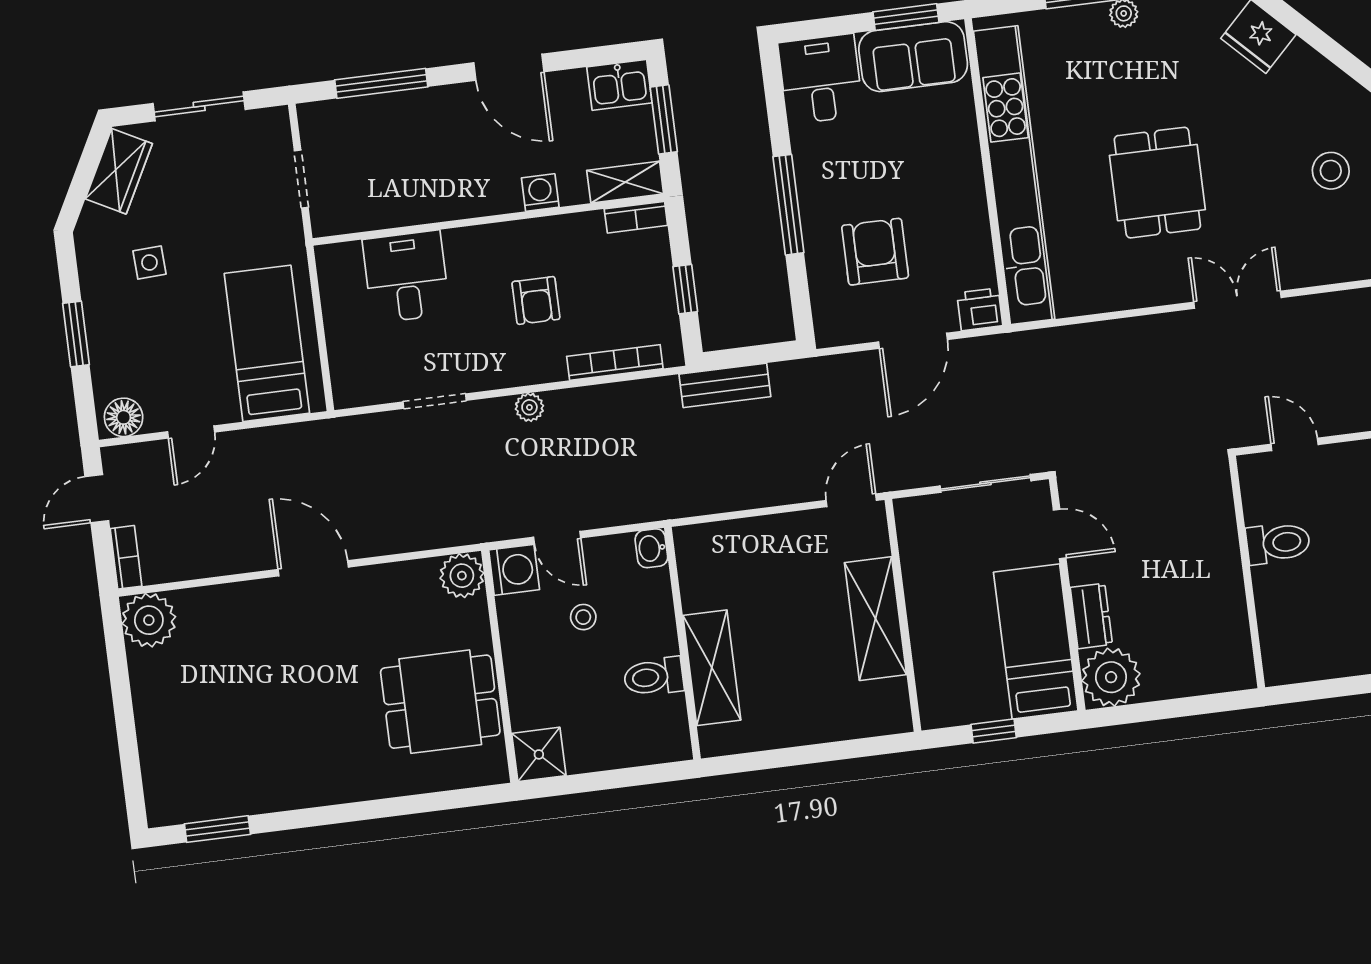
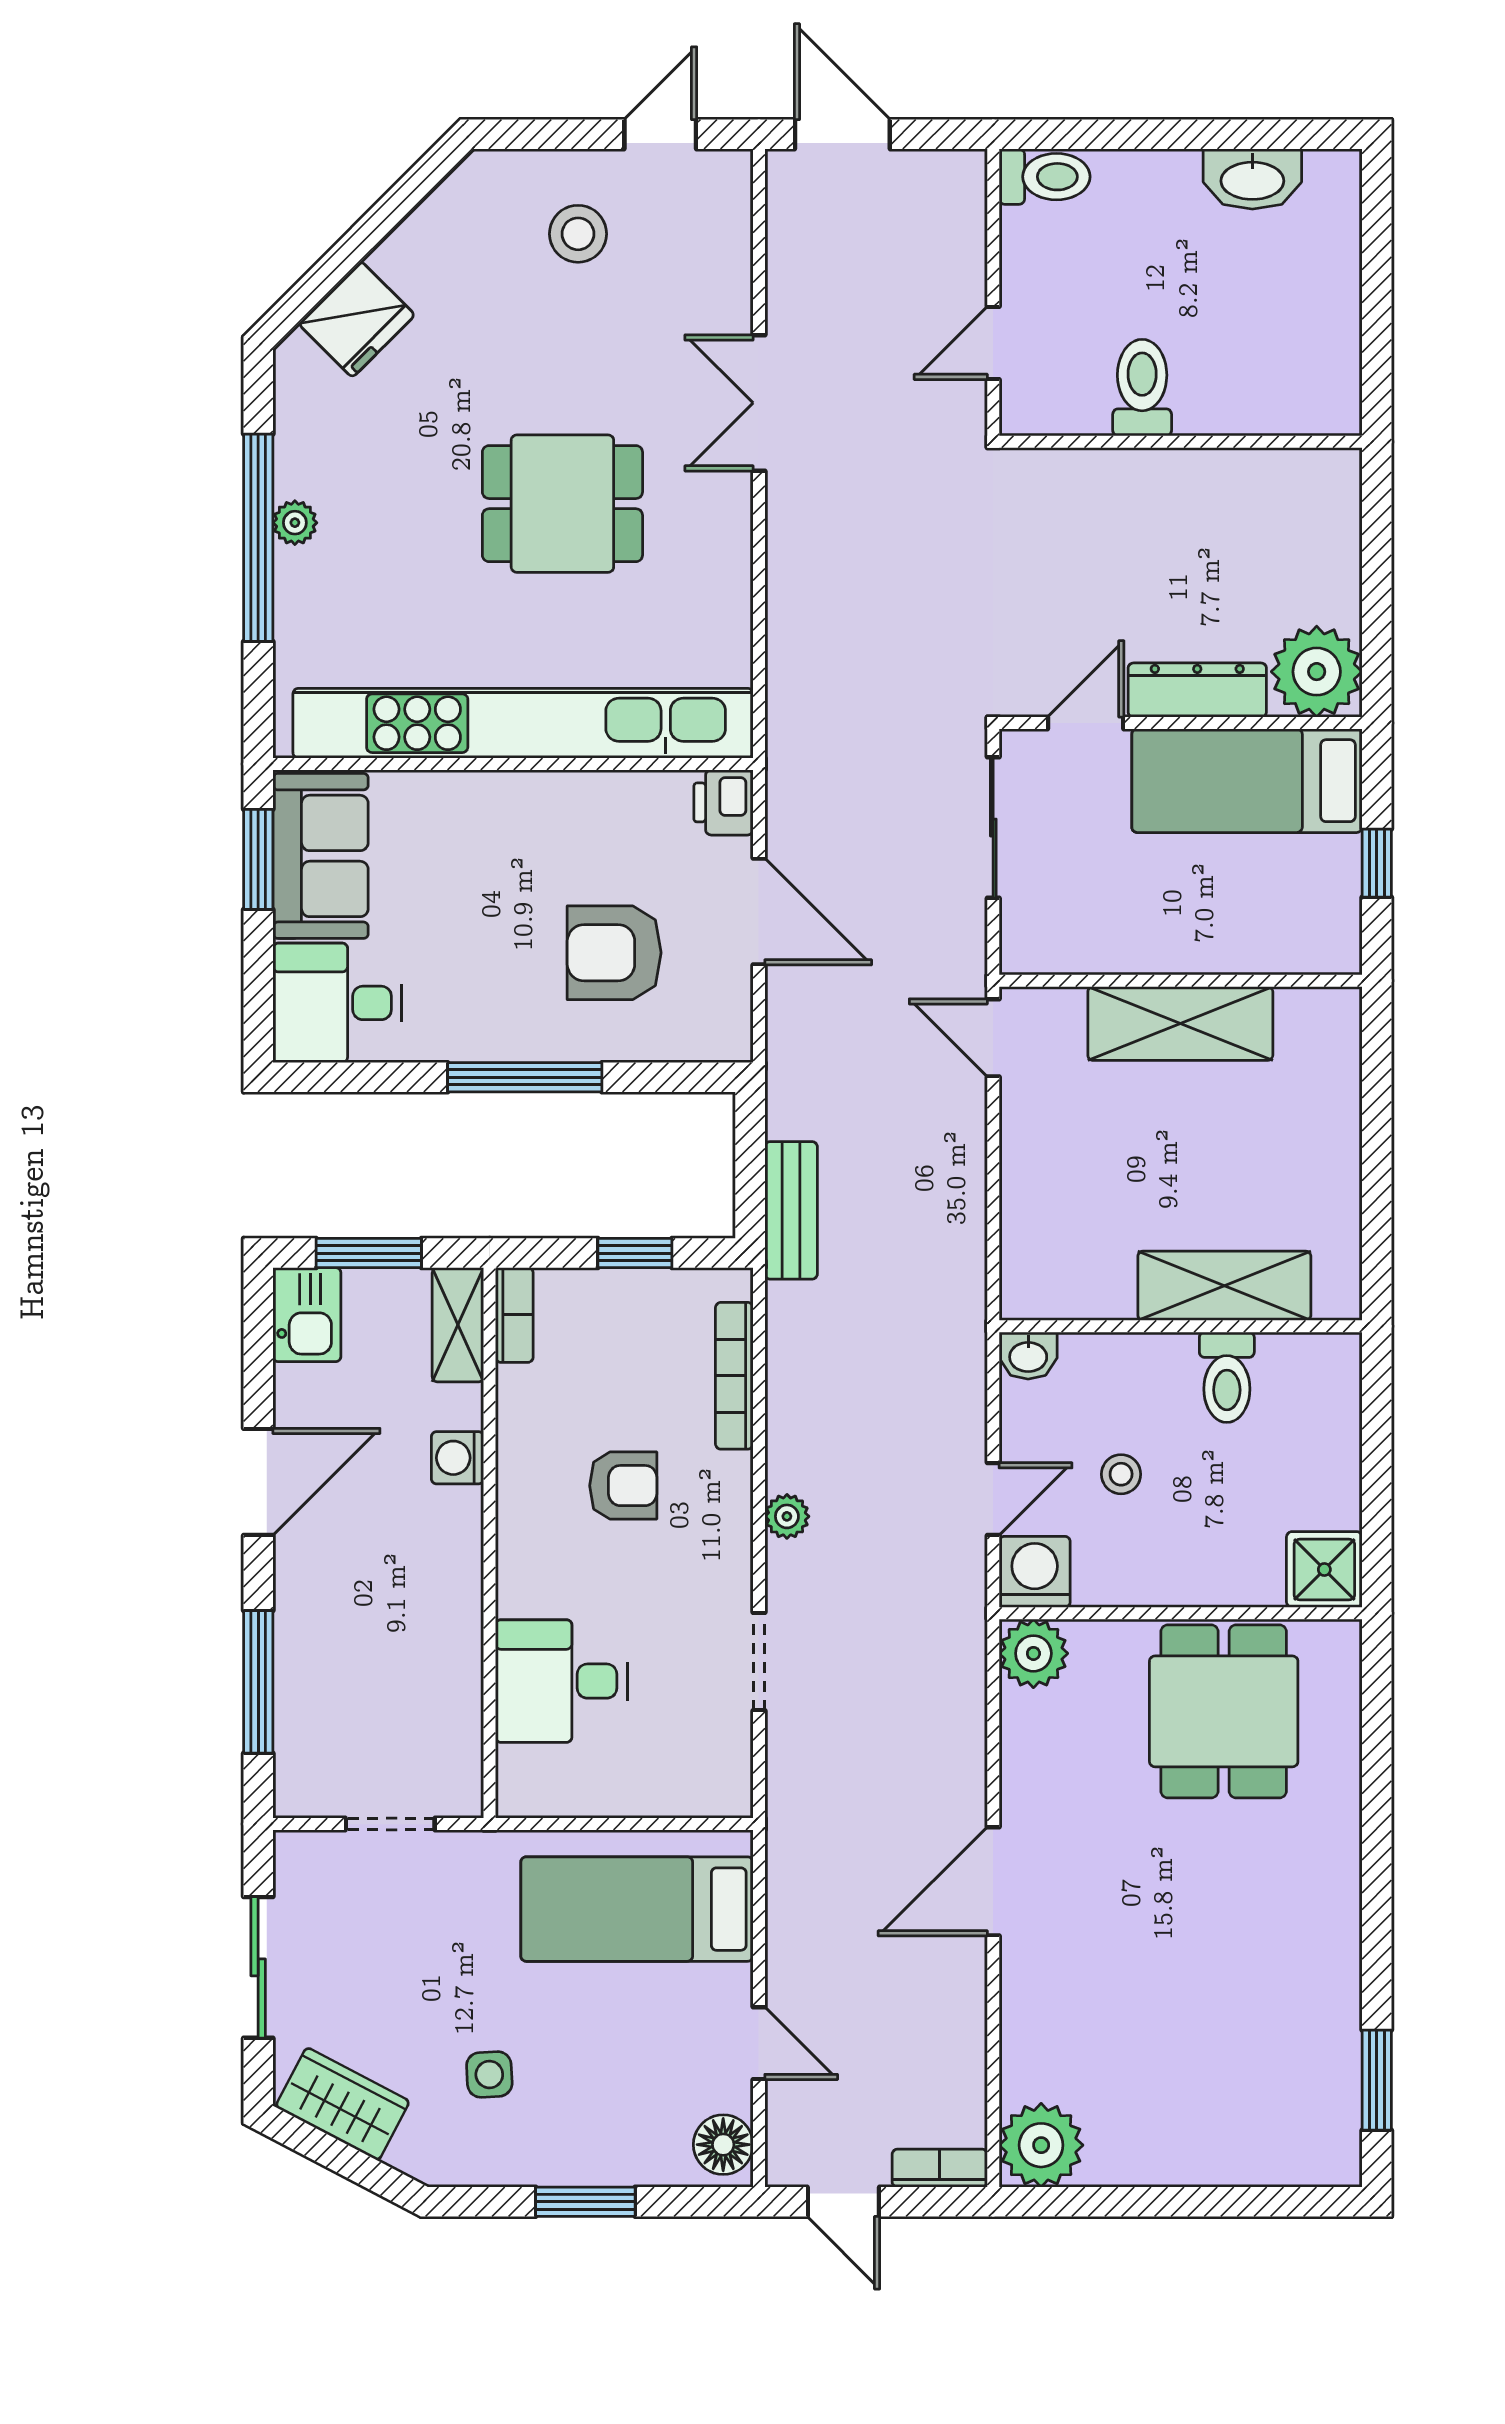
dresser: (1091, 616) -> (1197, 690), width x1.44

